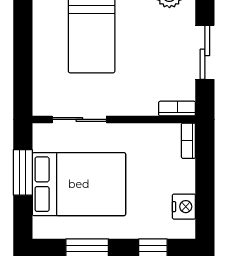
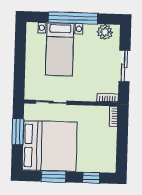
bed: (79, 184) -> (50, 146), width x1.36
nightstand: (184, 207) -> (110, 154), removed

